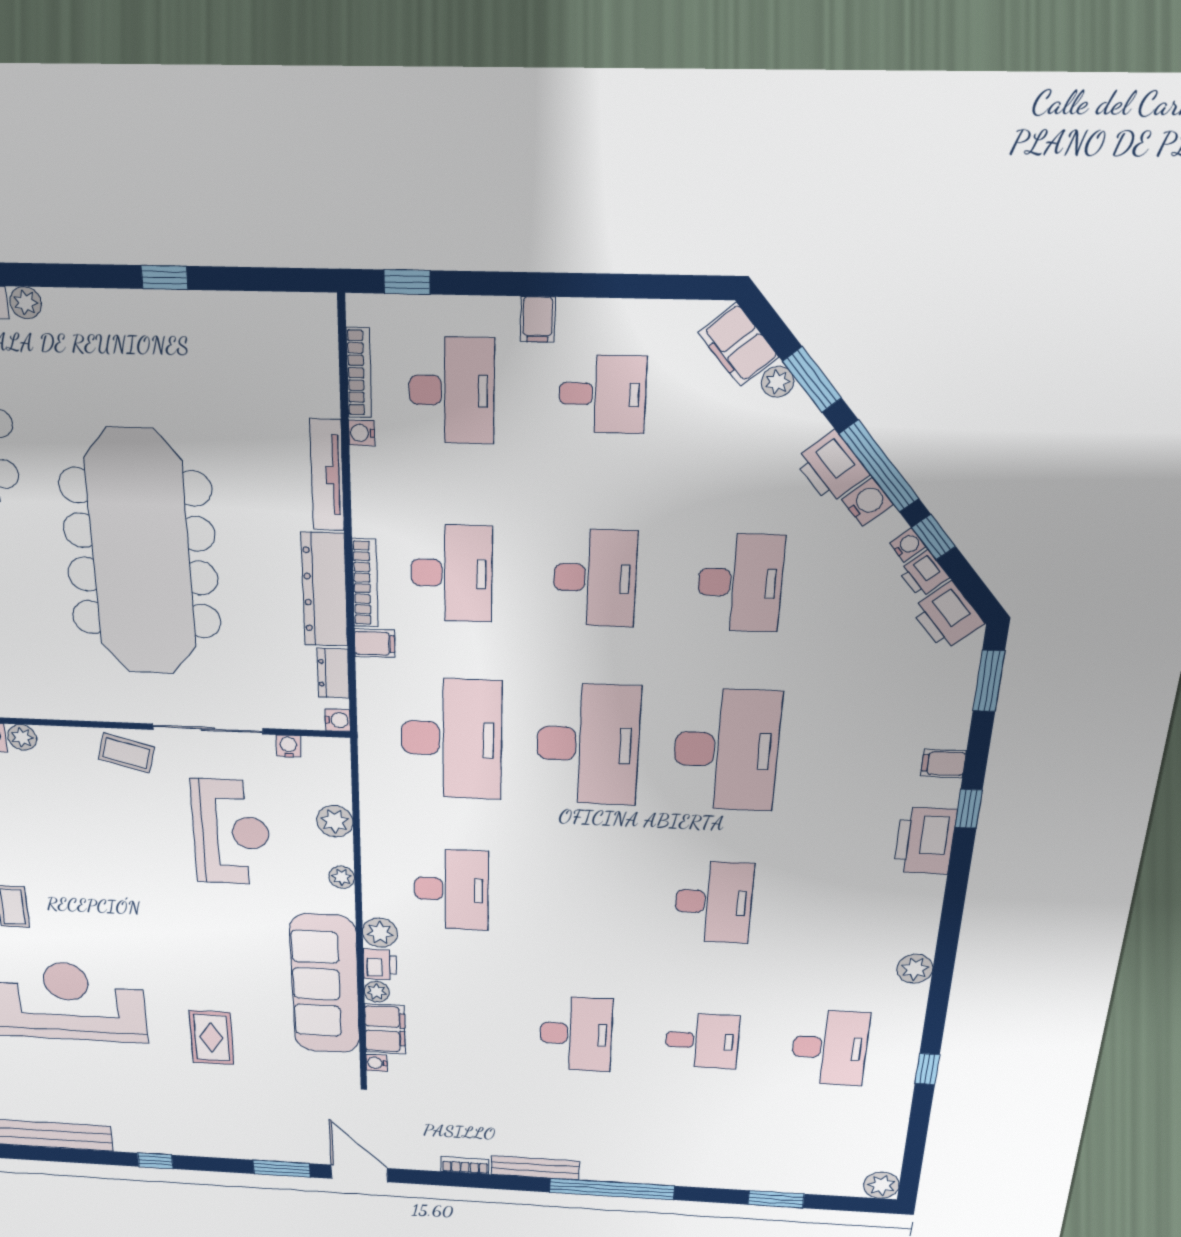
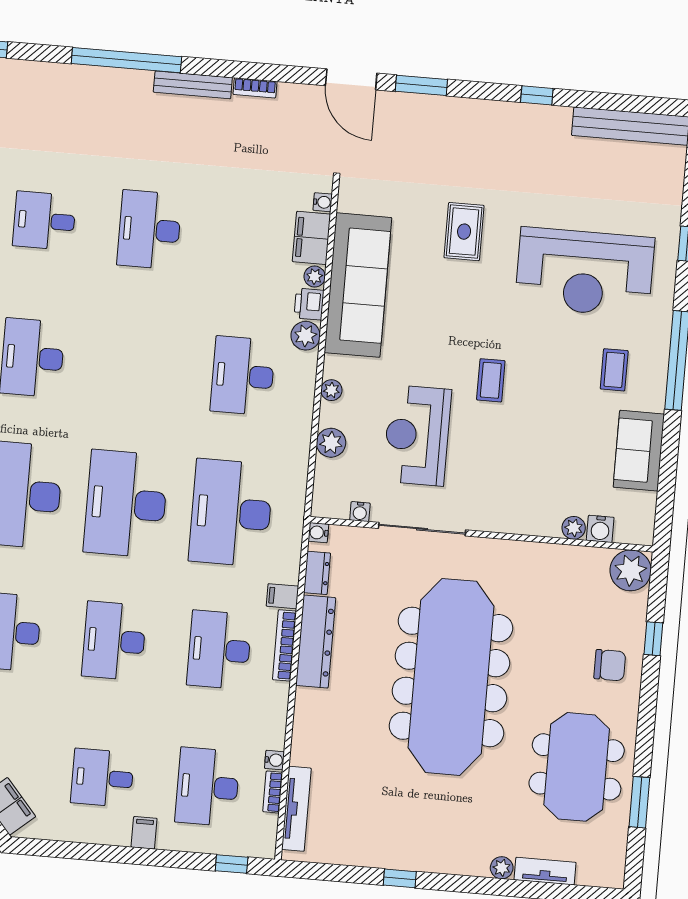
bookcase: (359, 373) -> (273, 792), width x0.64
tv unit: (327, 475) -> (296, 809), moved
coffee table: (126, 753) -> (491, 380), moved, turned 75

